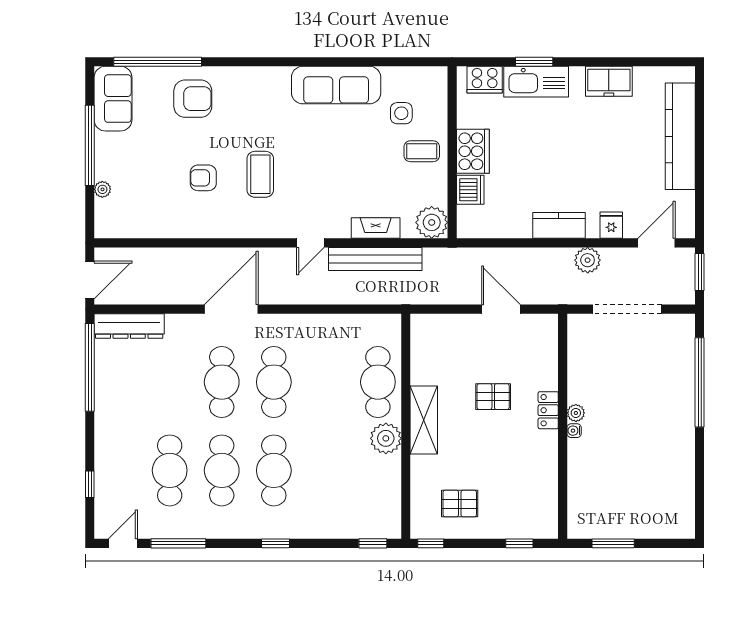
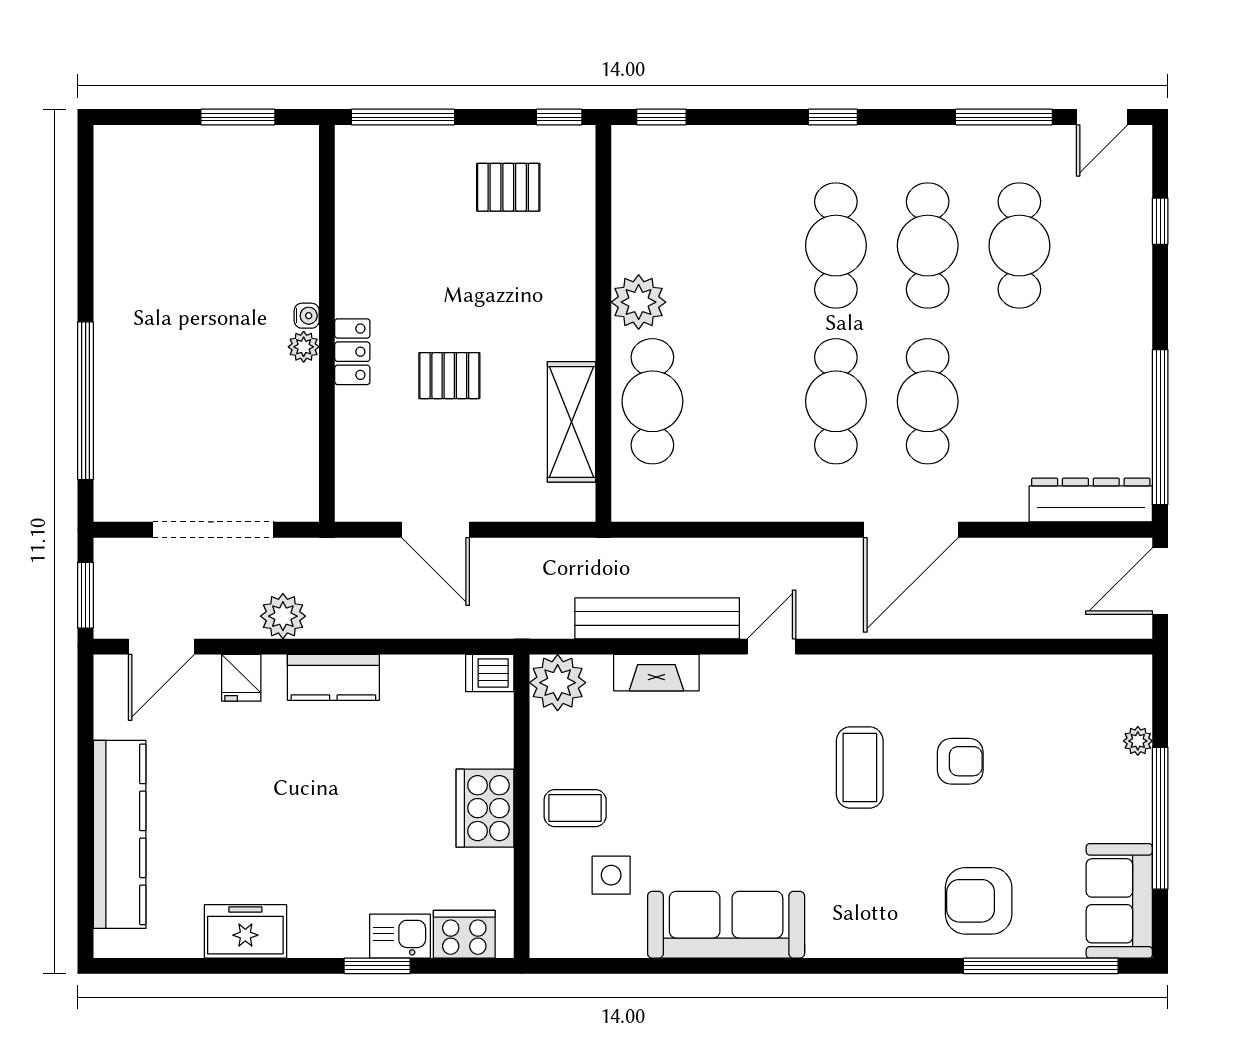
kitchen sink: (536, 82) -> (400, 936), width x0.53, depth x0.81
dishwasher: (470, 190) -> (490, 673), moved, width x0.73
shelving: (424, 420) -> (572, 422), moved
window: (519, 543) -> (403, 117), width x2.17

